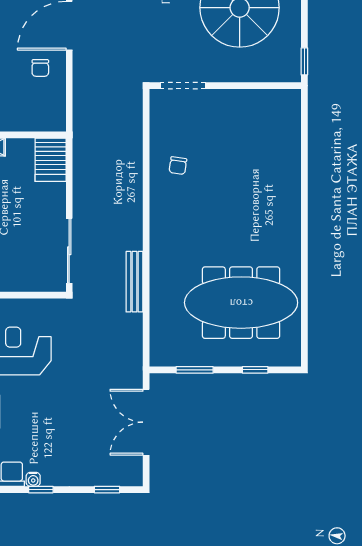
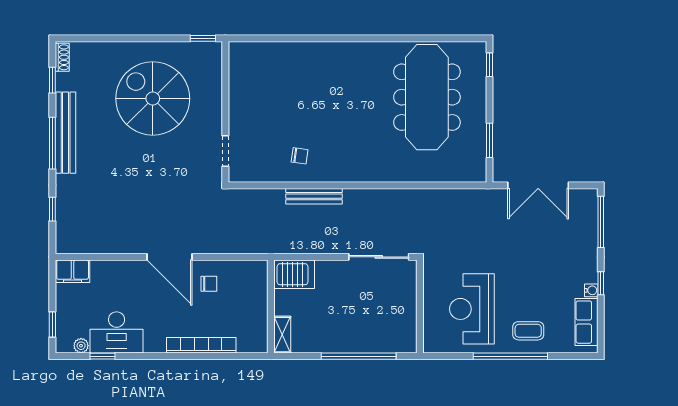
doorway: (183, 86) -> (225, 151), width x0.73
bench: (135, 282) -> (314, 196), moved
window: (255, 370) -> (489, 65), moved
window: (107, 490) -> (601, 222), width x2.17

